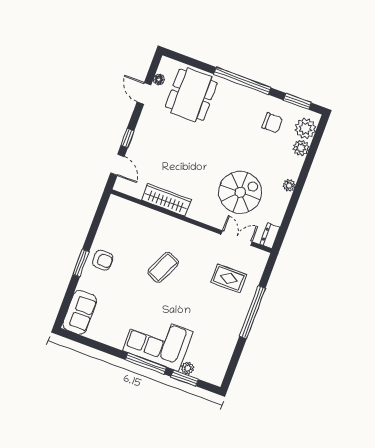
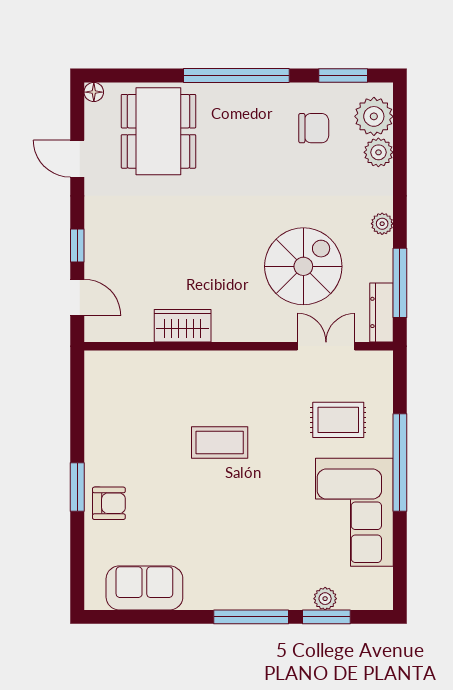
floor lamp: (159, 80) -> (94, 92), moved
wardrobe: (166, 200) -> (183, 326), width x0.67
window: (287, 219) -> (400, 283), added
dresser: (270, 236) -> (381, 312), width x1.44
armchair: (103, 260) -> (109, 503), moved
coffee table: (163, 267) -> (220, 443), turned 65
sofa: (80, 312) -> (144, 588), moved, turned -90
corner sofa: (158, 341) -> (354, 512), moved, turned -90

